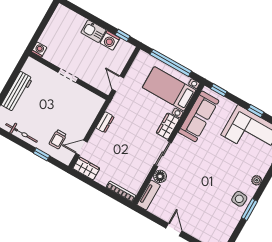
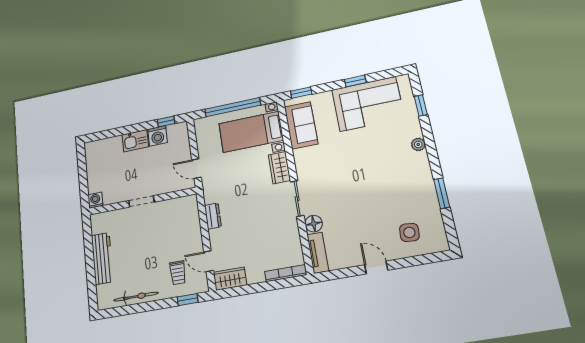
sofa: (199, 116) -> (301, 125), width x0.73
door: (82, 148) -> (209, 261), hinge flipped
window: (41, 154) -> (188, 300), moved
side table: (239, 199) -> (409, 232), moved
window: (249, 210) -> (442, 193), moved

